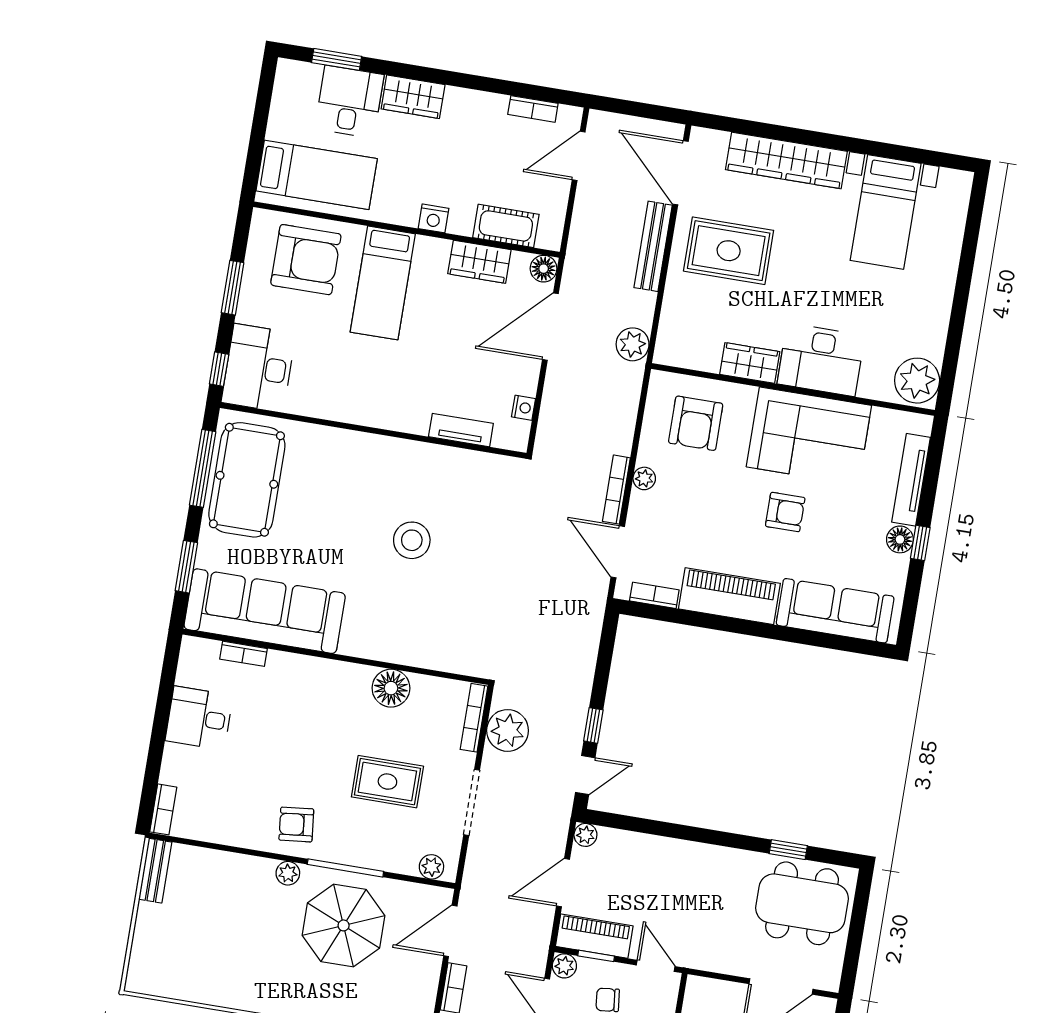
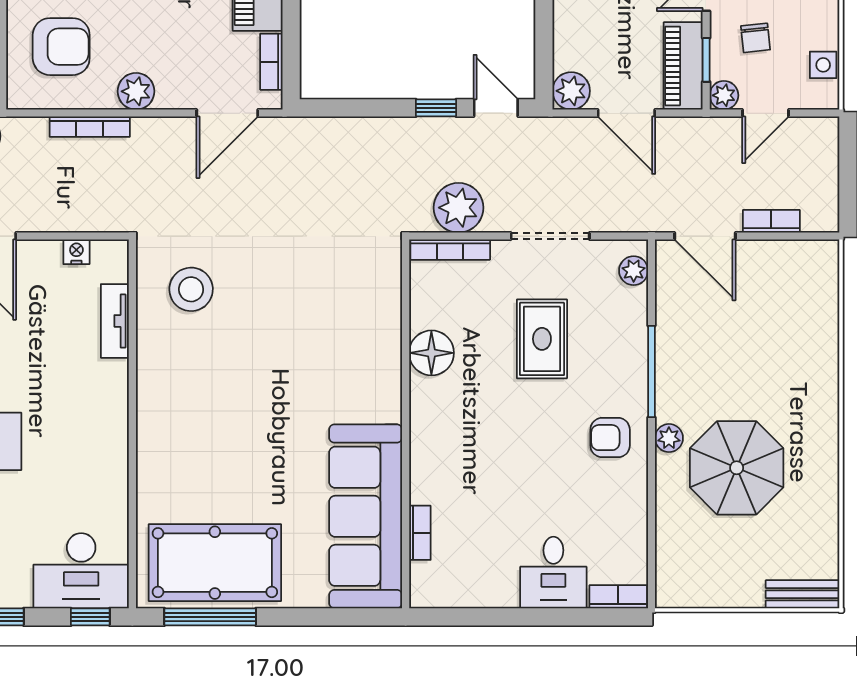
plant: (644, 478) -> (136, 91), width x1.38, depth x1.38
bookcase: (616, 490) -> (90, 127), moved
stool: (412, 540) -> (191, 289), moved
window: (186, 567) -> (329, 617), removed
desk: (199, 718) -> (553, 572), moved
armchair: (296, 825) -> (610, 438), turned 96
plant: (585, 835) -> (571, 91), width x1.38, depth x1.38
bench: (155, 871) -> (803, 594), moved
parasol: (344, 925) -> (737, 468), moved

